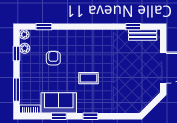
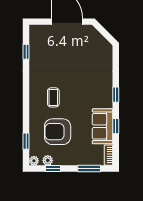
bench: (143, 35) -> (35, 42), removed
armchair: (53, 58) -> (58, 132), width x1.88, depth x1.88
coffee table: (89, 78) -> (53, 97), moved

